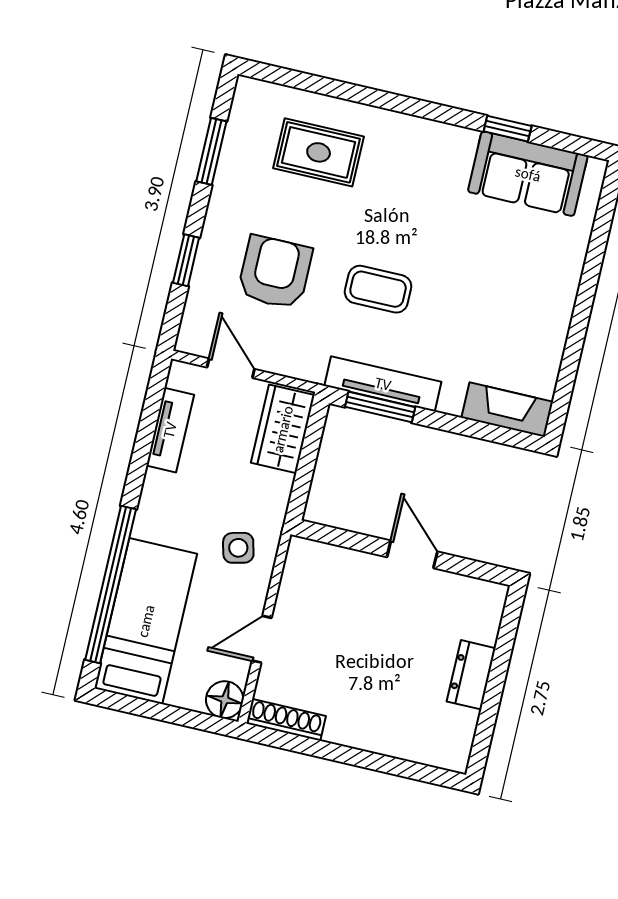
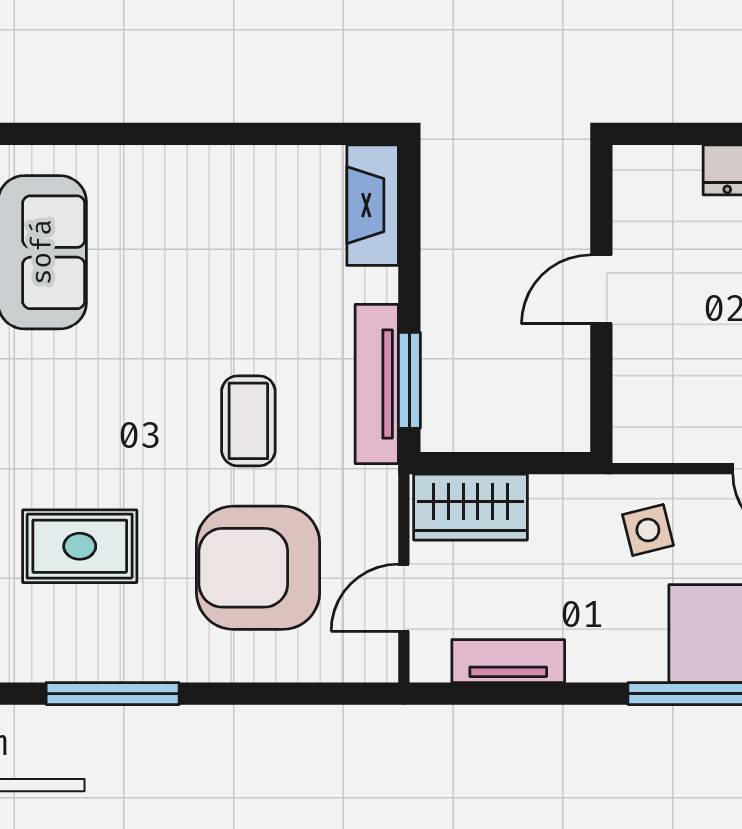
window: (211, 151) -> (113, 694), width x1.44
rug: (319, 152) -> (80, 546), turned 90
window: (186, 260) -> (270, 694), removed
armchair: (275, 272) -> (258, 568), width x1.36, depth x1.36

